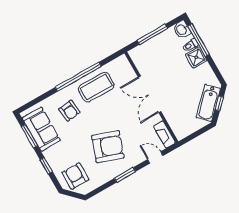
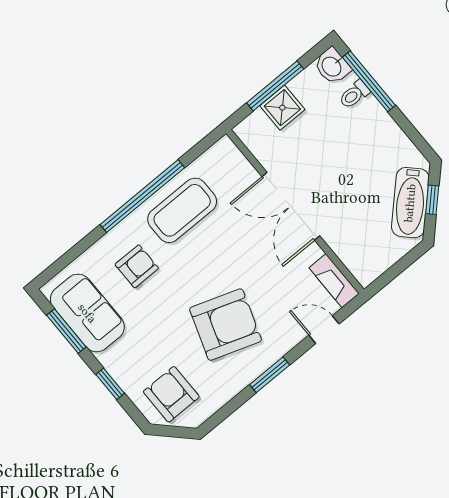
shower: (196, 57) -> (282, 108), moved
armchair: (69, 111) -> (137, 266), turned -84

